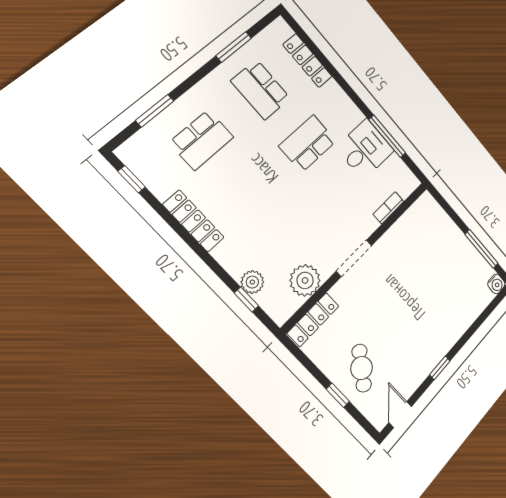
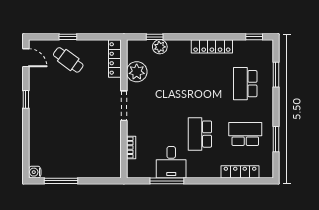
school desk: (308, 144) -> (200, 134), turned 180

